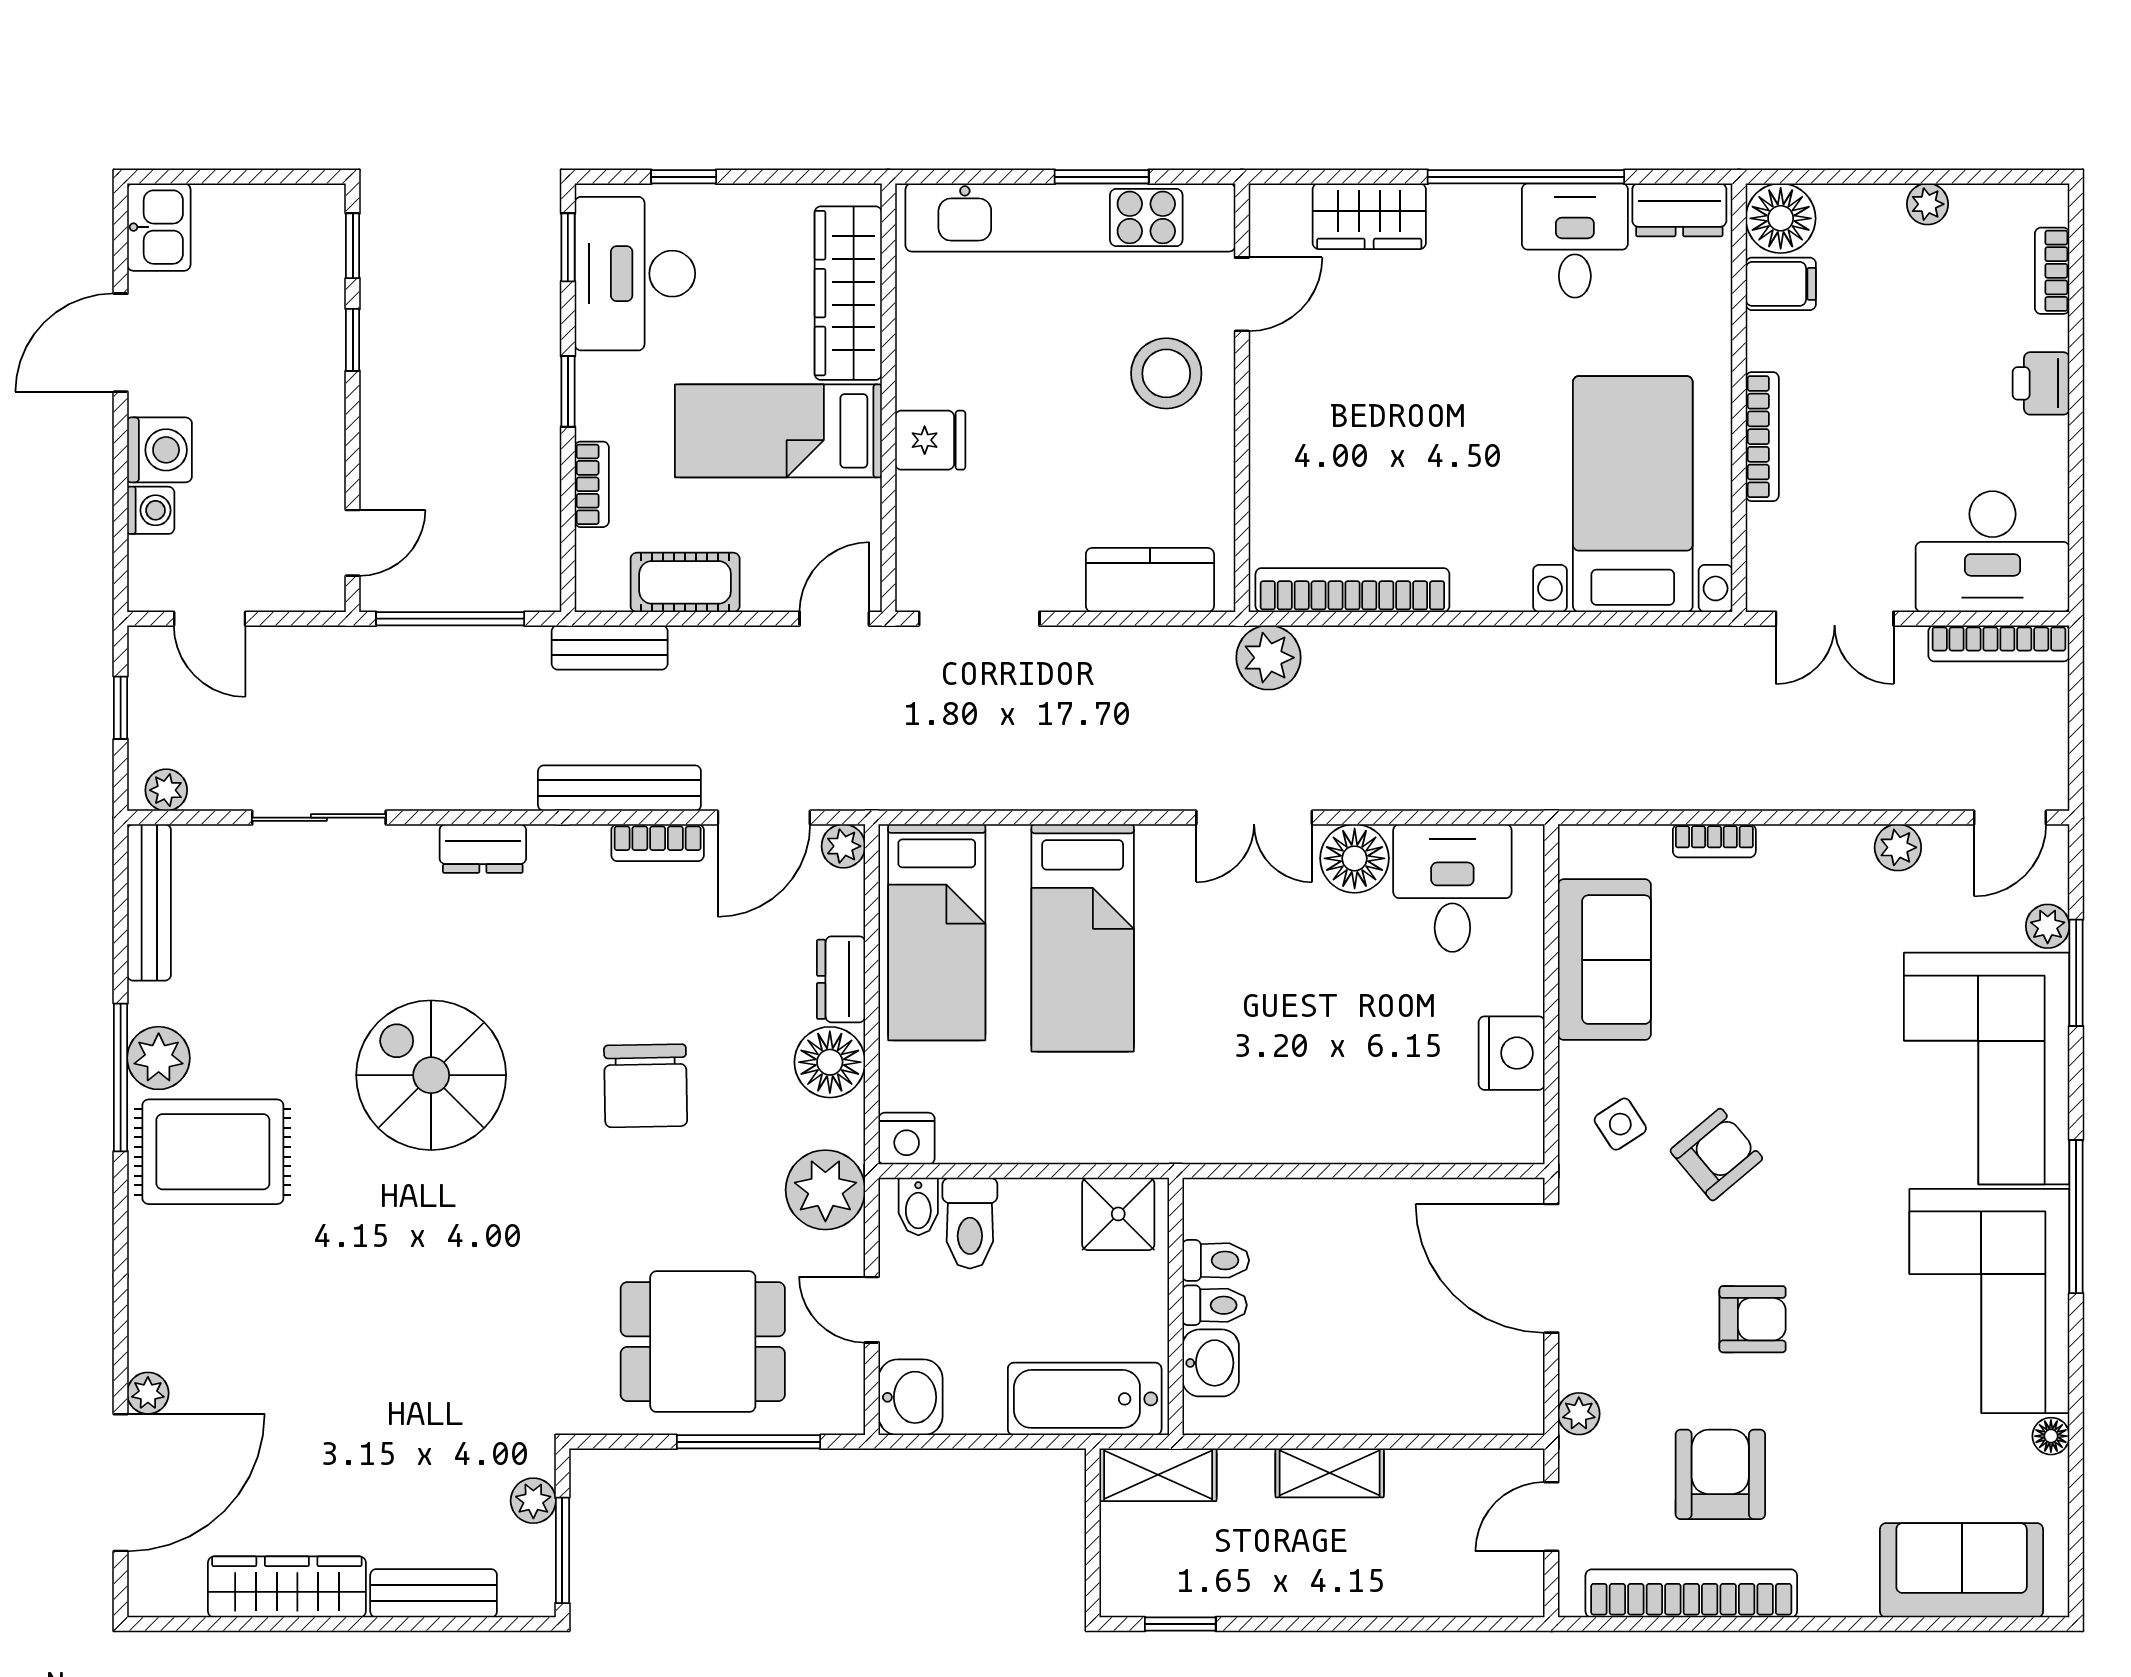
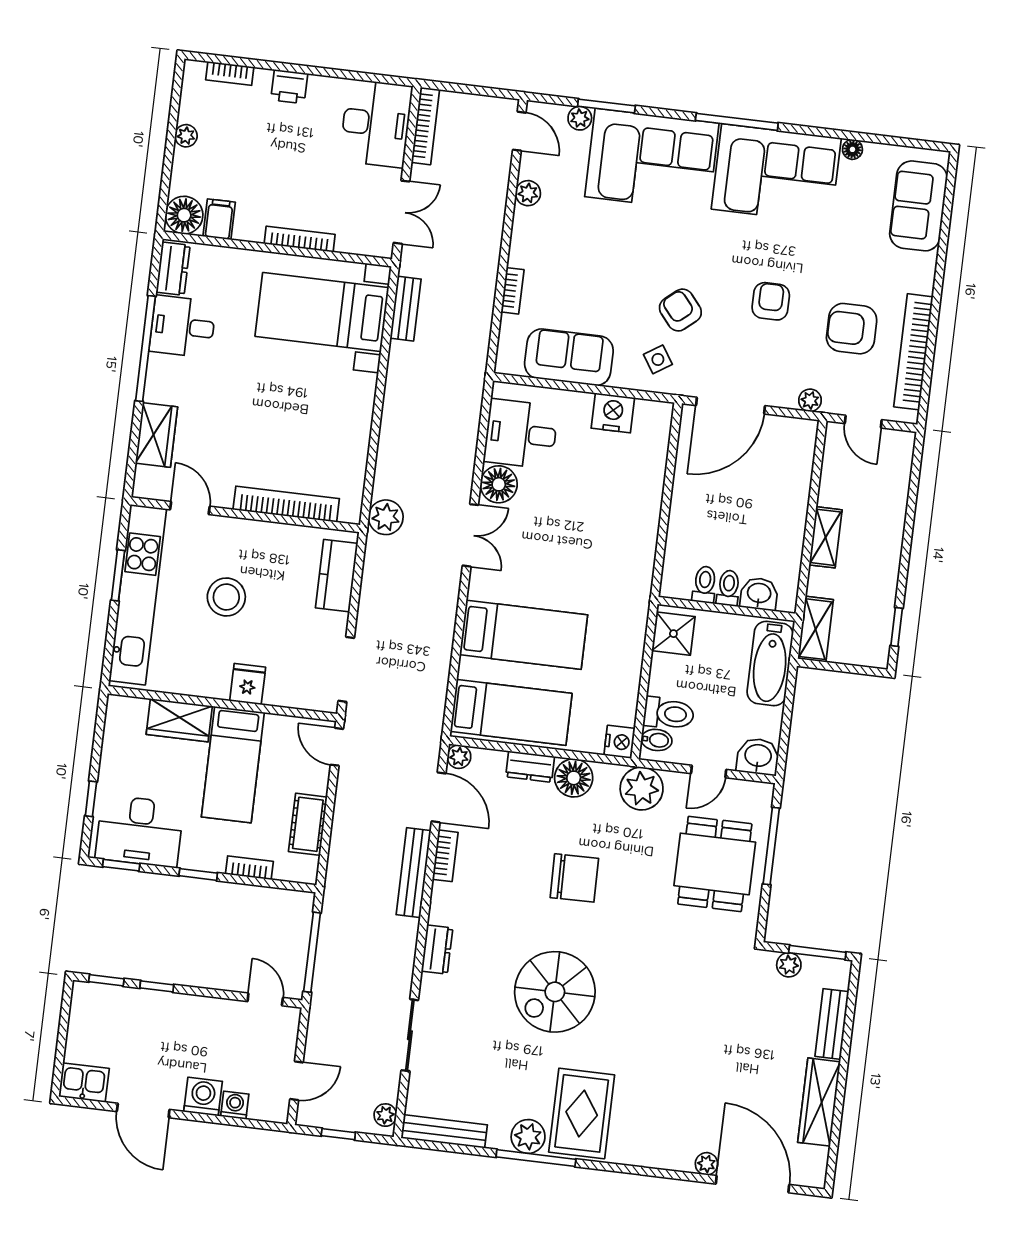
wardrobe: (848, 293) -> (179, 720), width x0.67
stool: (1166, 373) -> (226, 597), moved
bookcase: (1352, 590) -> (286, 504), moved, turned 90
bench: (610, 647) -> (406, 309), moved

